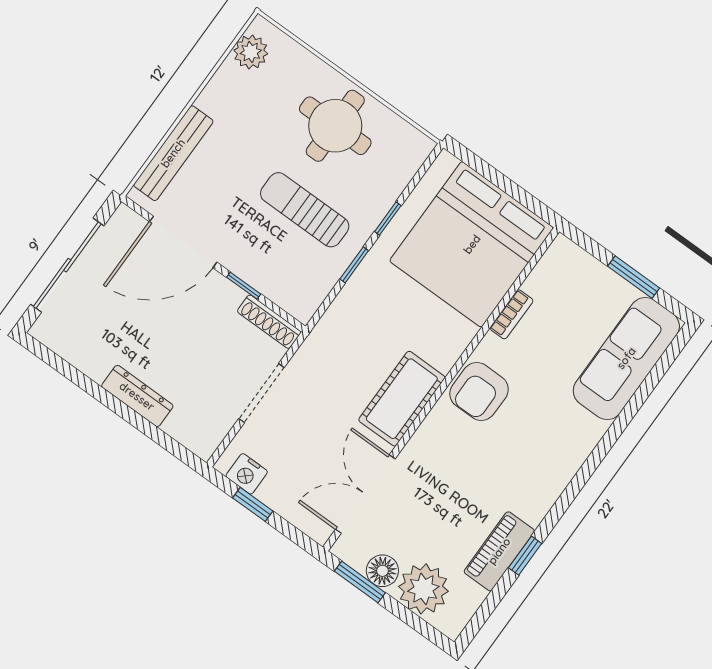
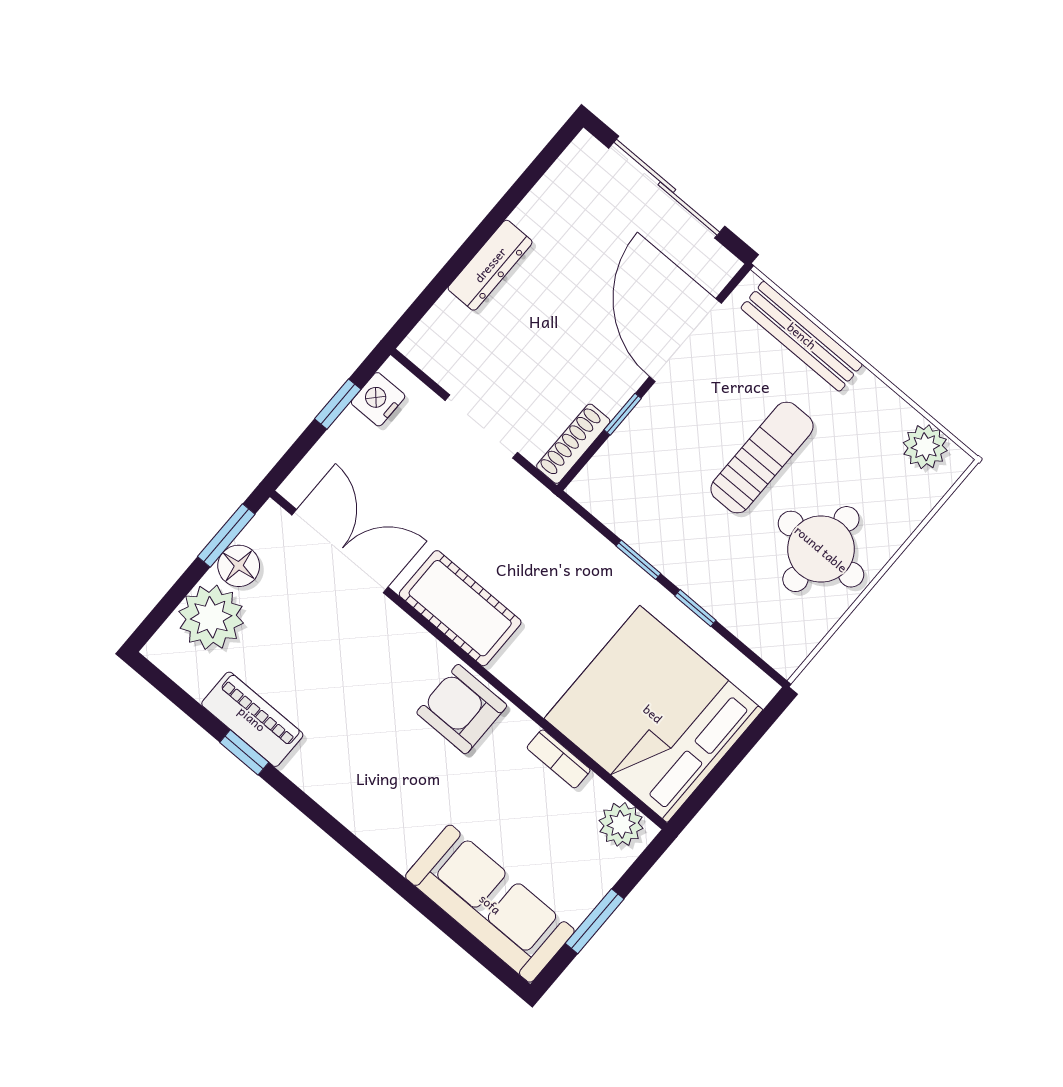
sun lounger: (305, 210) -> (762, 457), moved
plant: (558, 263) -> (621, 824), added

